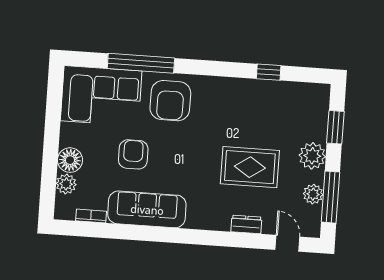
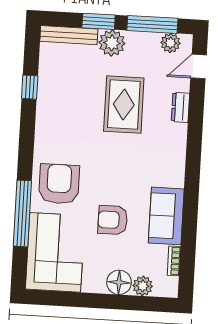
armchair: (170, 101) -> (59, 184), turned -90
bench: (321, 112) -> (69, 35), added
window: (335, 127) -> (99, 21), moved
plant: (313, 194) -> (170, 43), moved
sofa: (147, 209) -> (166, 216), width x0.73

